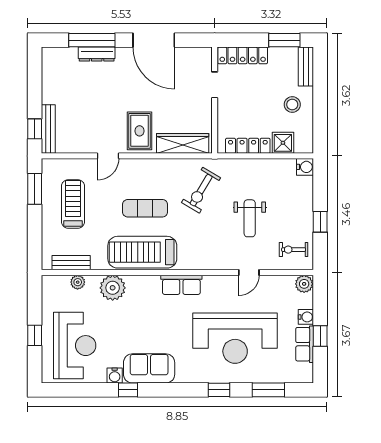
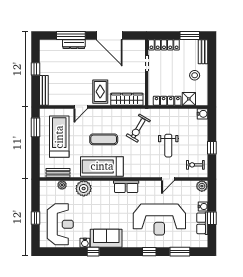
window: (35, 129) -> (36, 69), moved
treadmill: (73, 204) -> (59, 137), width x1.37, depth x1.38

